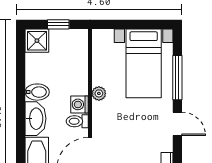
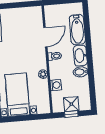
shower: (37, 41) -> (71, 104), moved
washing machine: (80, 104) -> (56, 85), moved

